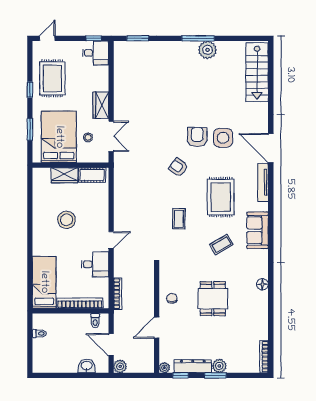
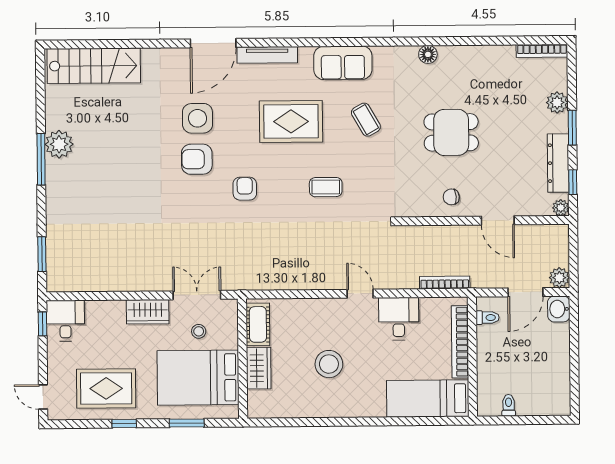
armchair: (178, 167) -> (245, 189), turned 144
washbasin: (87, 366) -> (559, 309), moved
plant: (219, 366) -> (557, 103), moved

